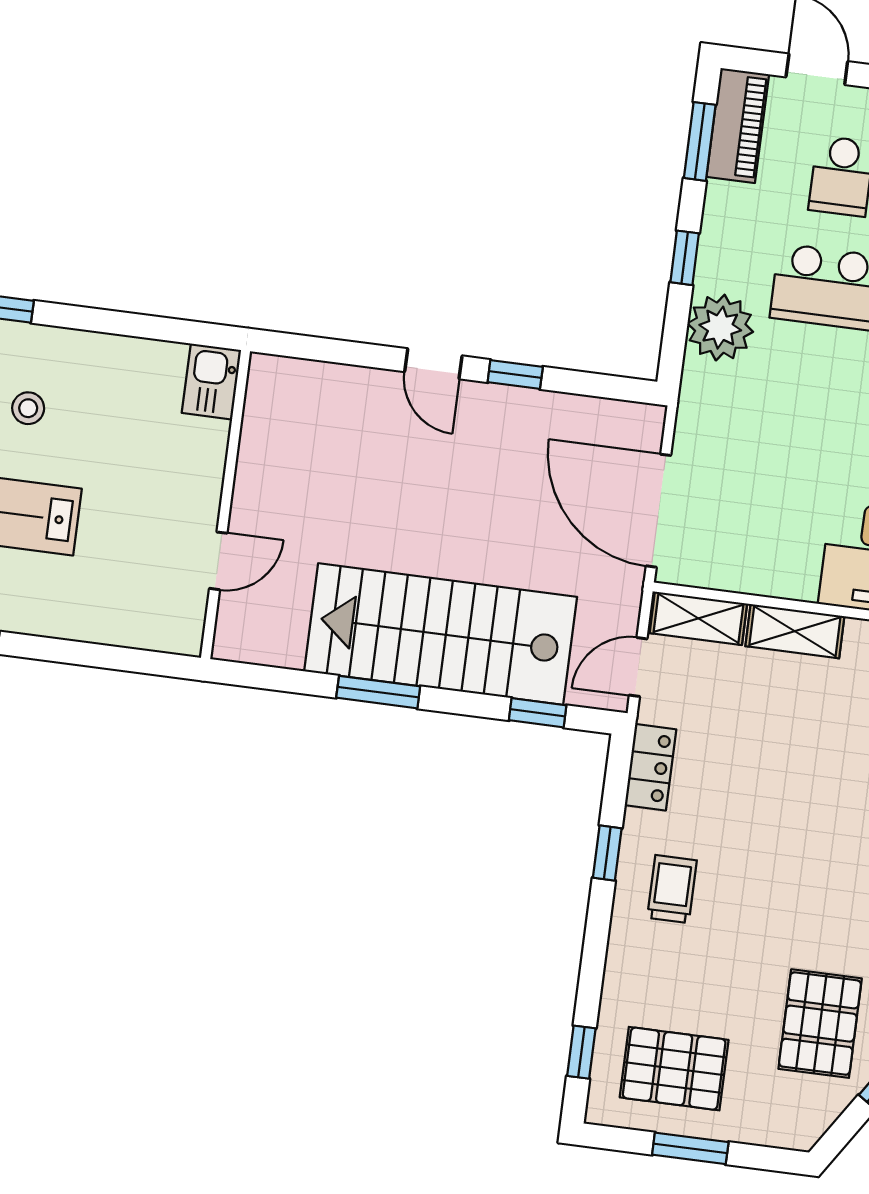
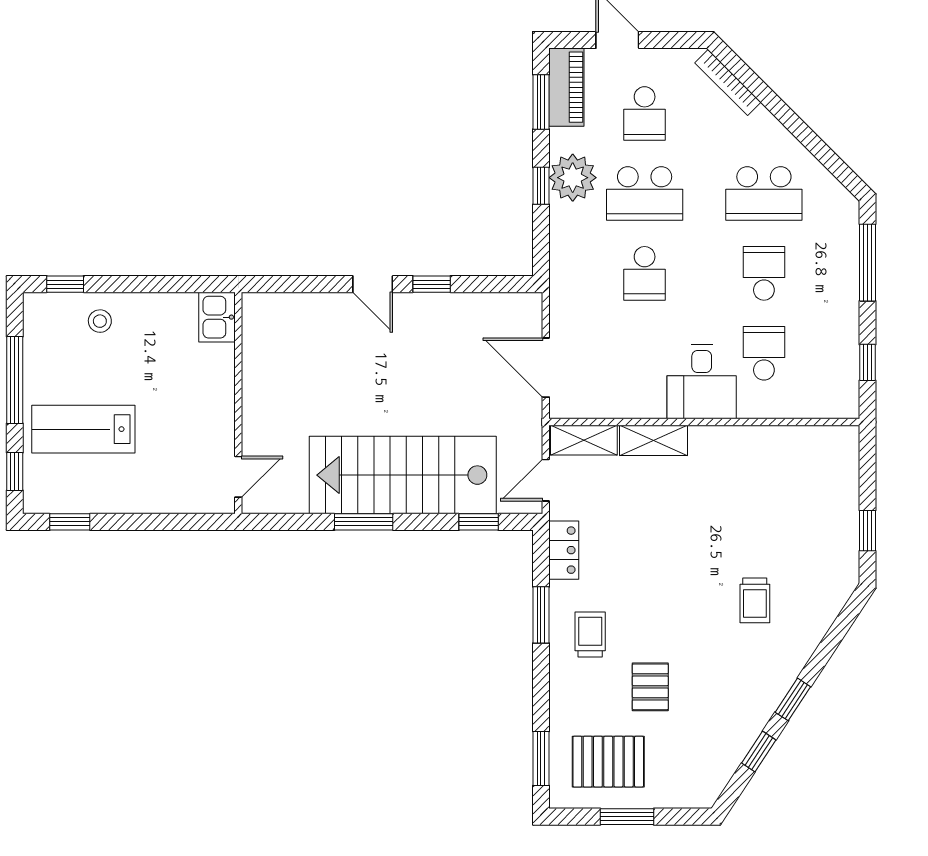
plant: (720, 328) -> (573, 178), moved
school desk: (813, 398) -> (645, 273), added
stool: (28, 408) -> (100, 321), moved
door: (658, 511) -> (546, 368), width x0.73
door: (218, 561) -> (238, 477), moved
window: (607, 853) -> (541, 615), width x1.50
pallet: (820, 1024) -> (650, 687), moved, width x0.67, depth x0.71
window: (581, 1052) -> (541, 758), width x1.50

